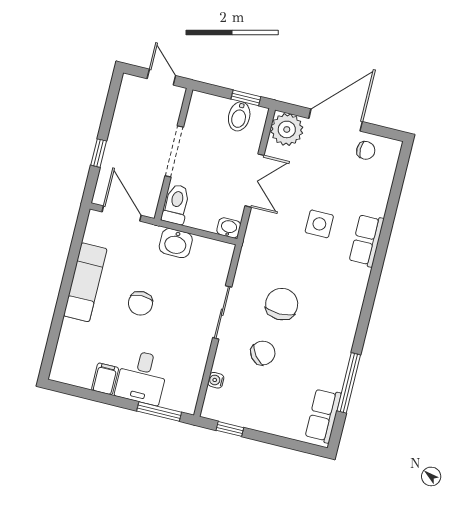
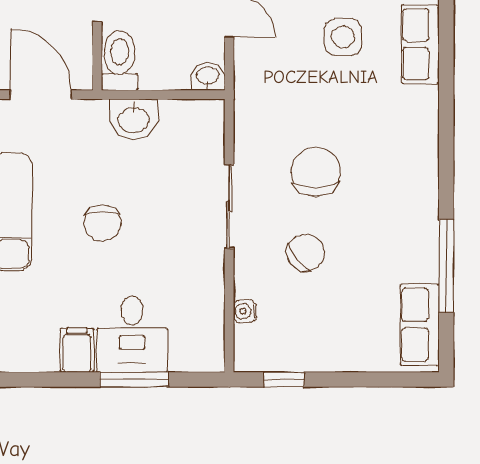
window: (159, 412) -> (134, 379), moved

